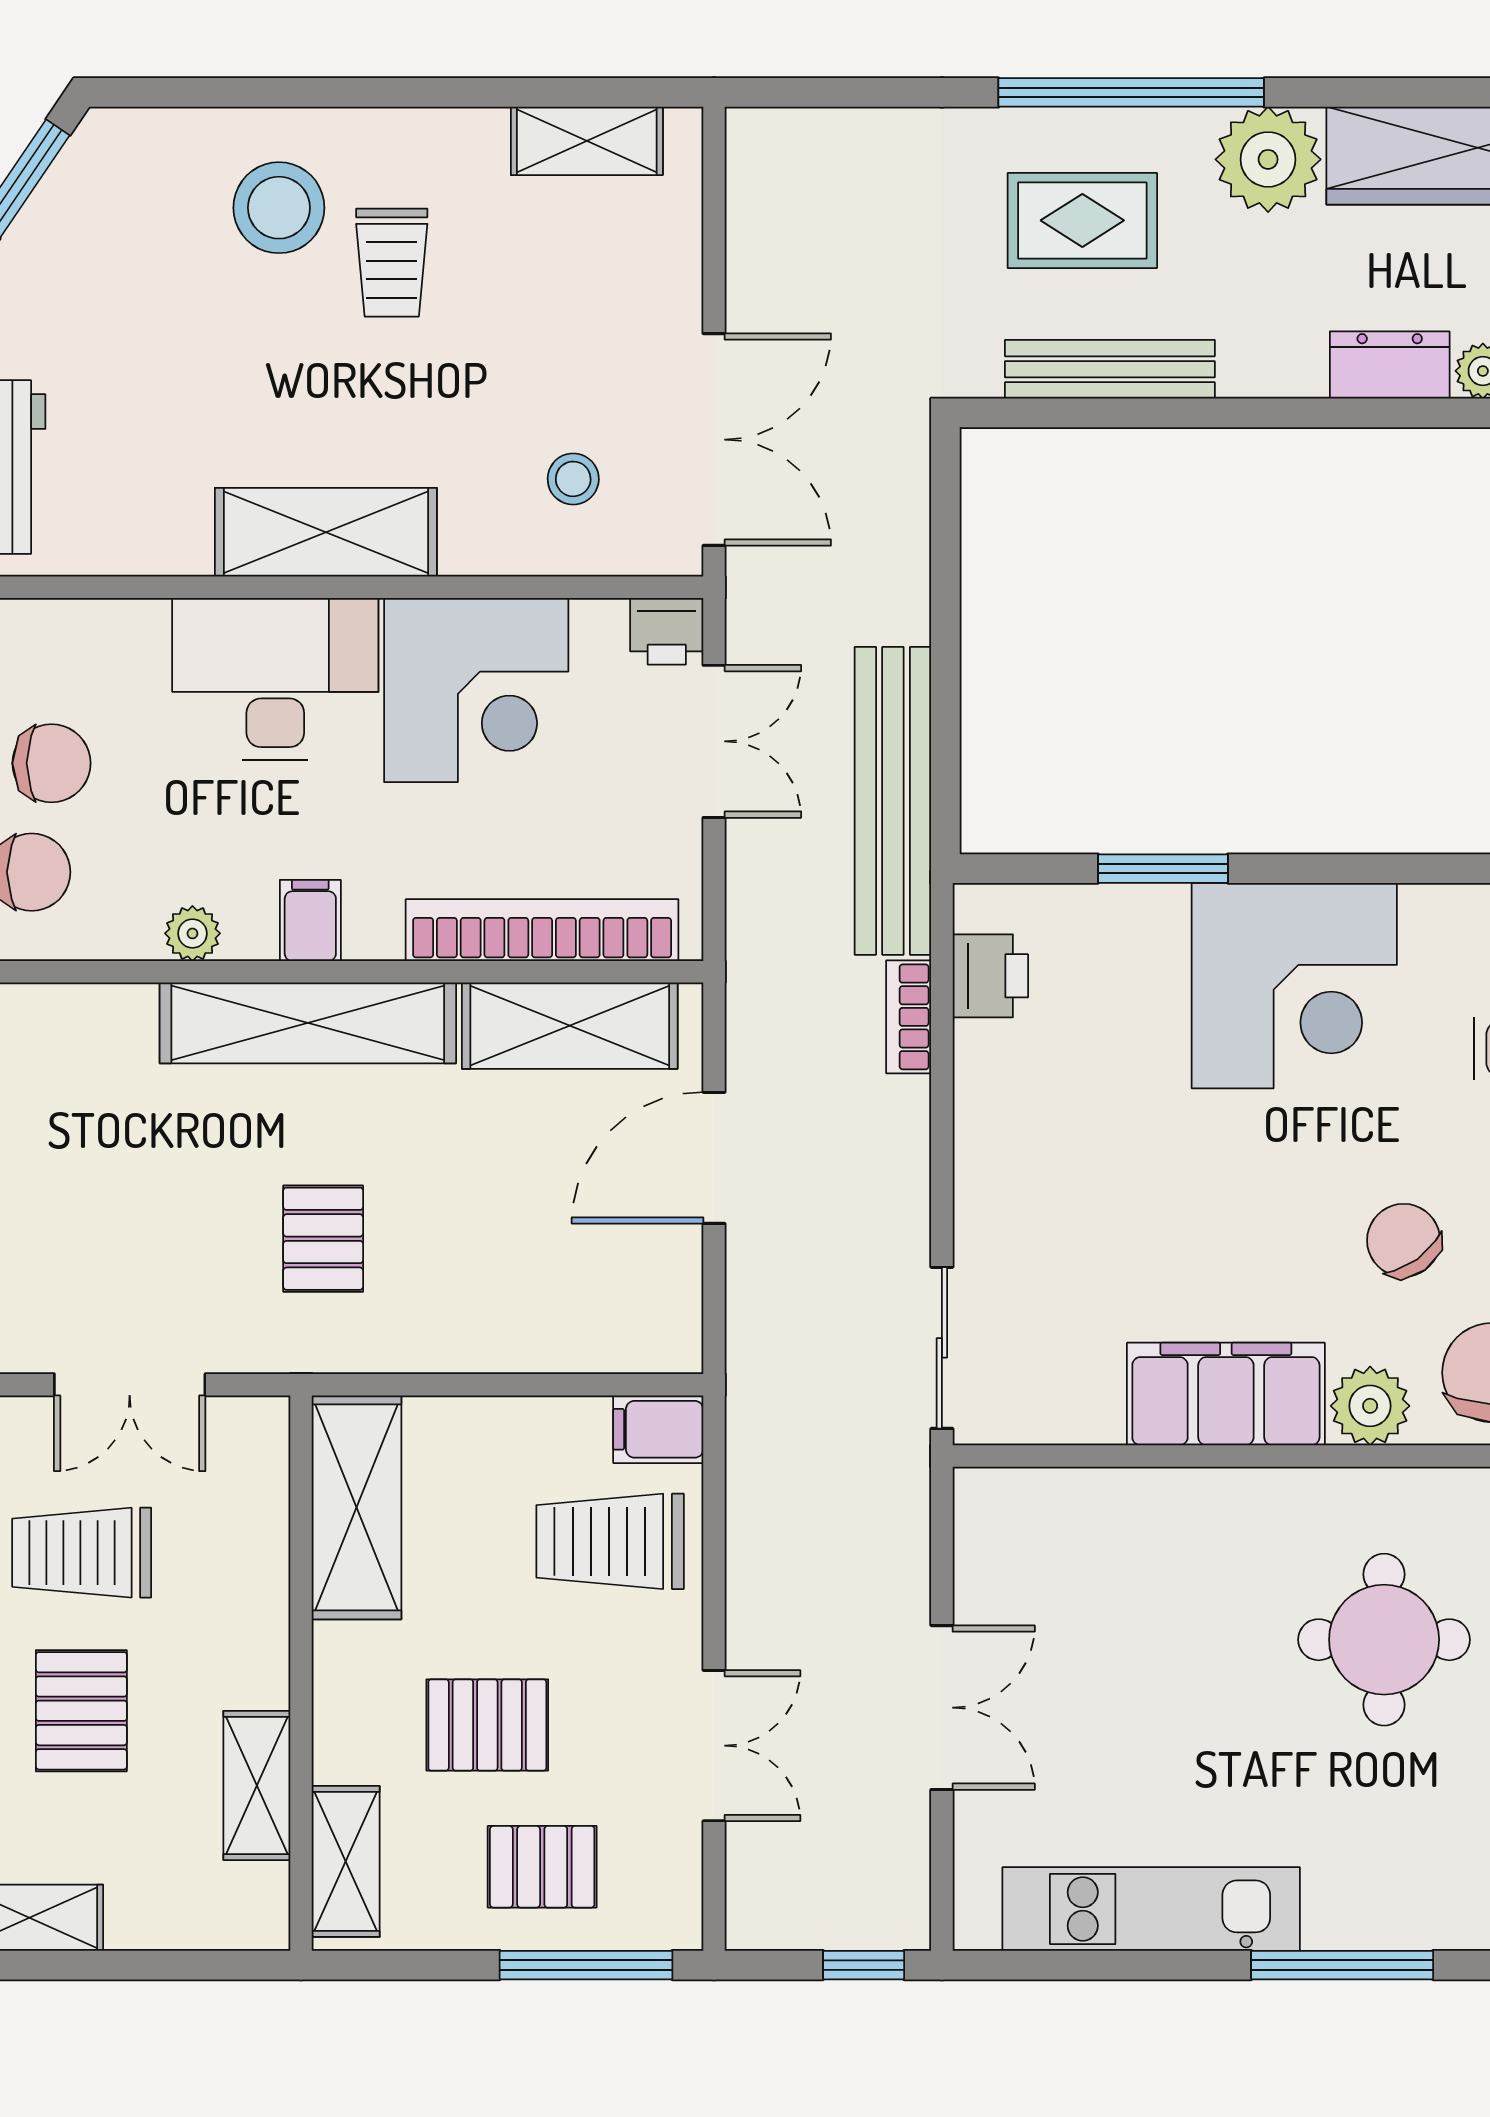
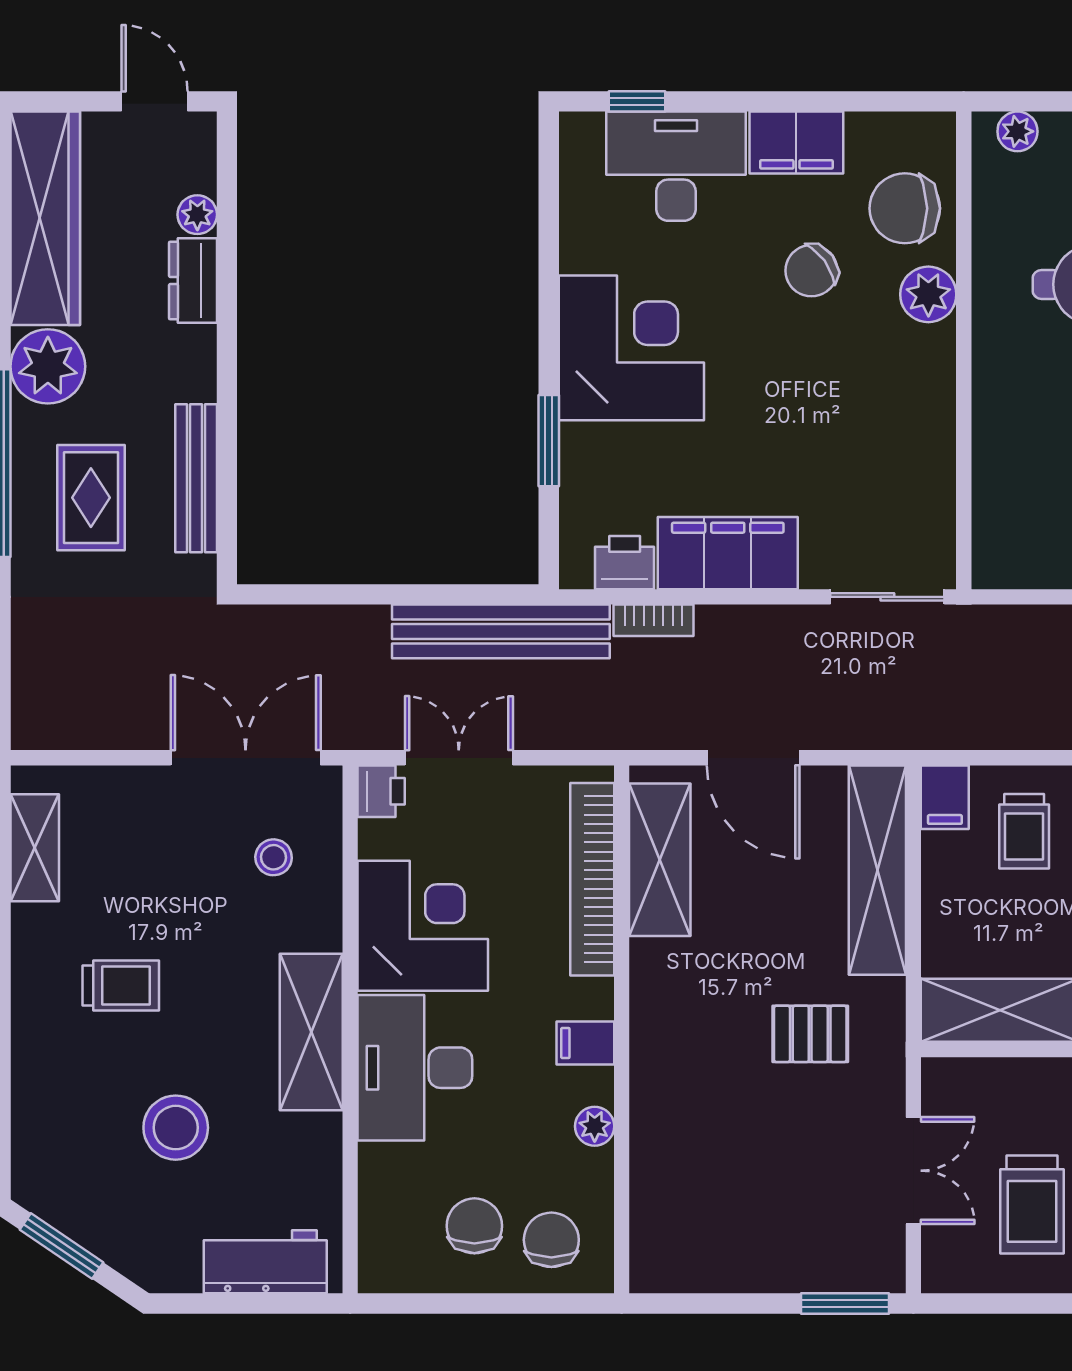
stool: (279, 208) -> (176, 1128), moved
shelving: (308, 1023) -> (877, 870), moved
filing cabinet: (1226, 1394) -> (728, 553), moved, turned 90
trolley: (610, 1541) -> (1024, 831), width x0.73, depth x0.72

